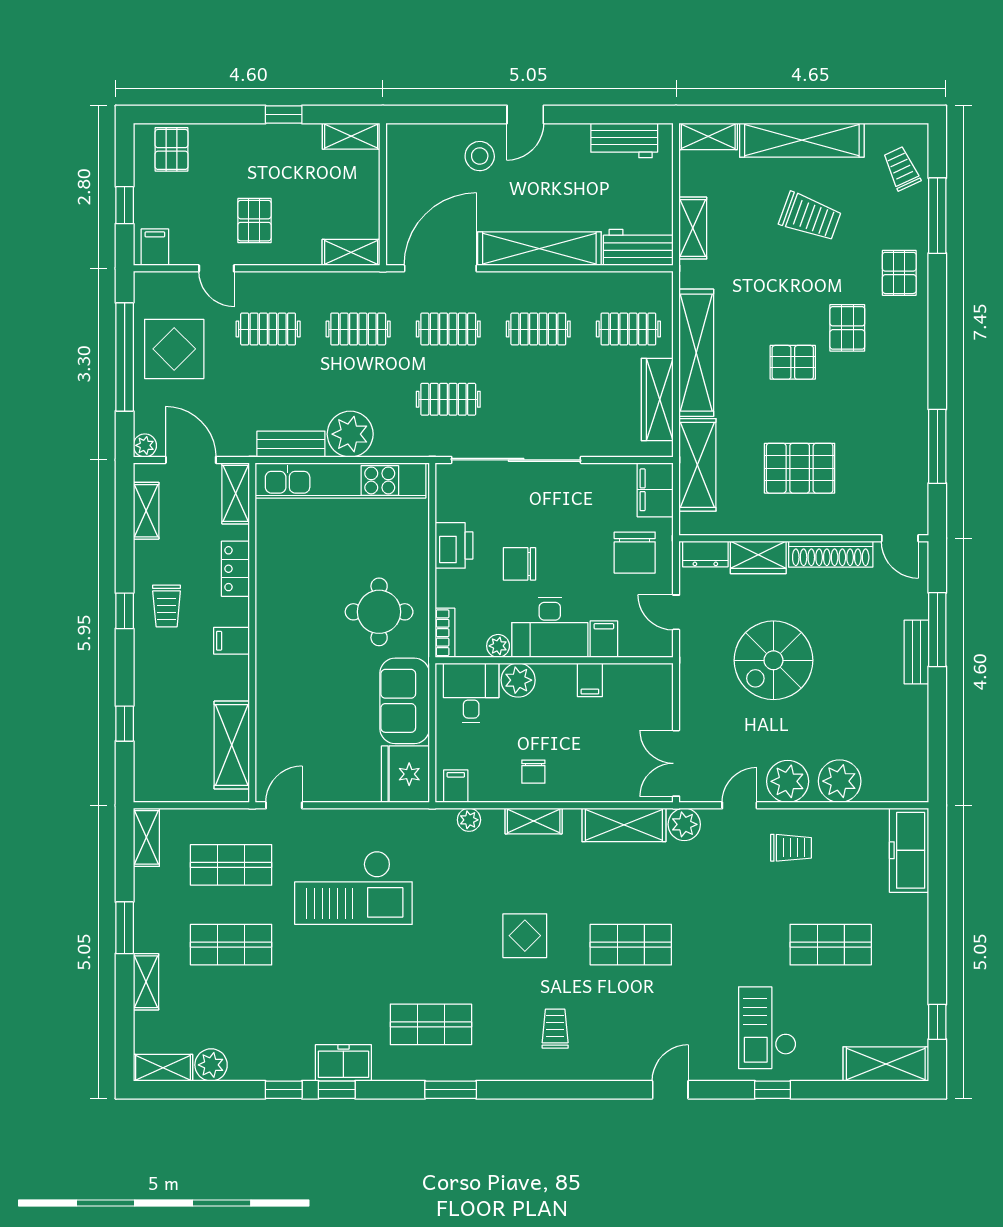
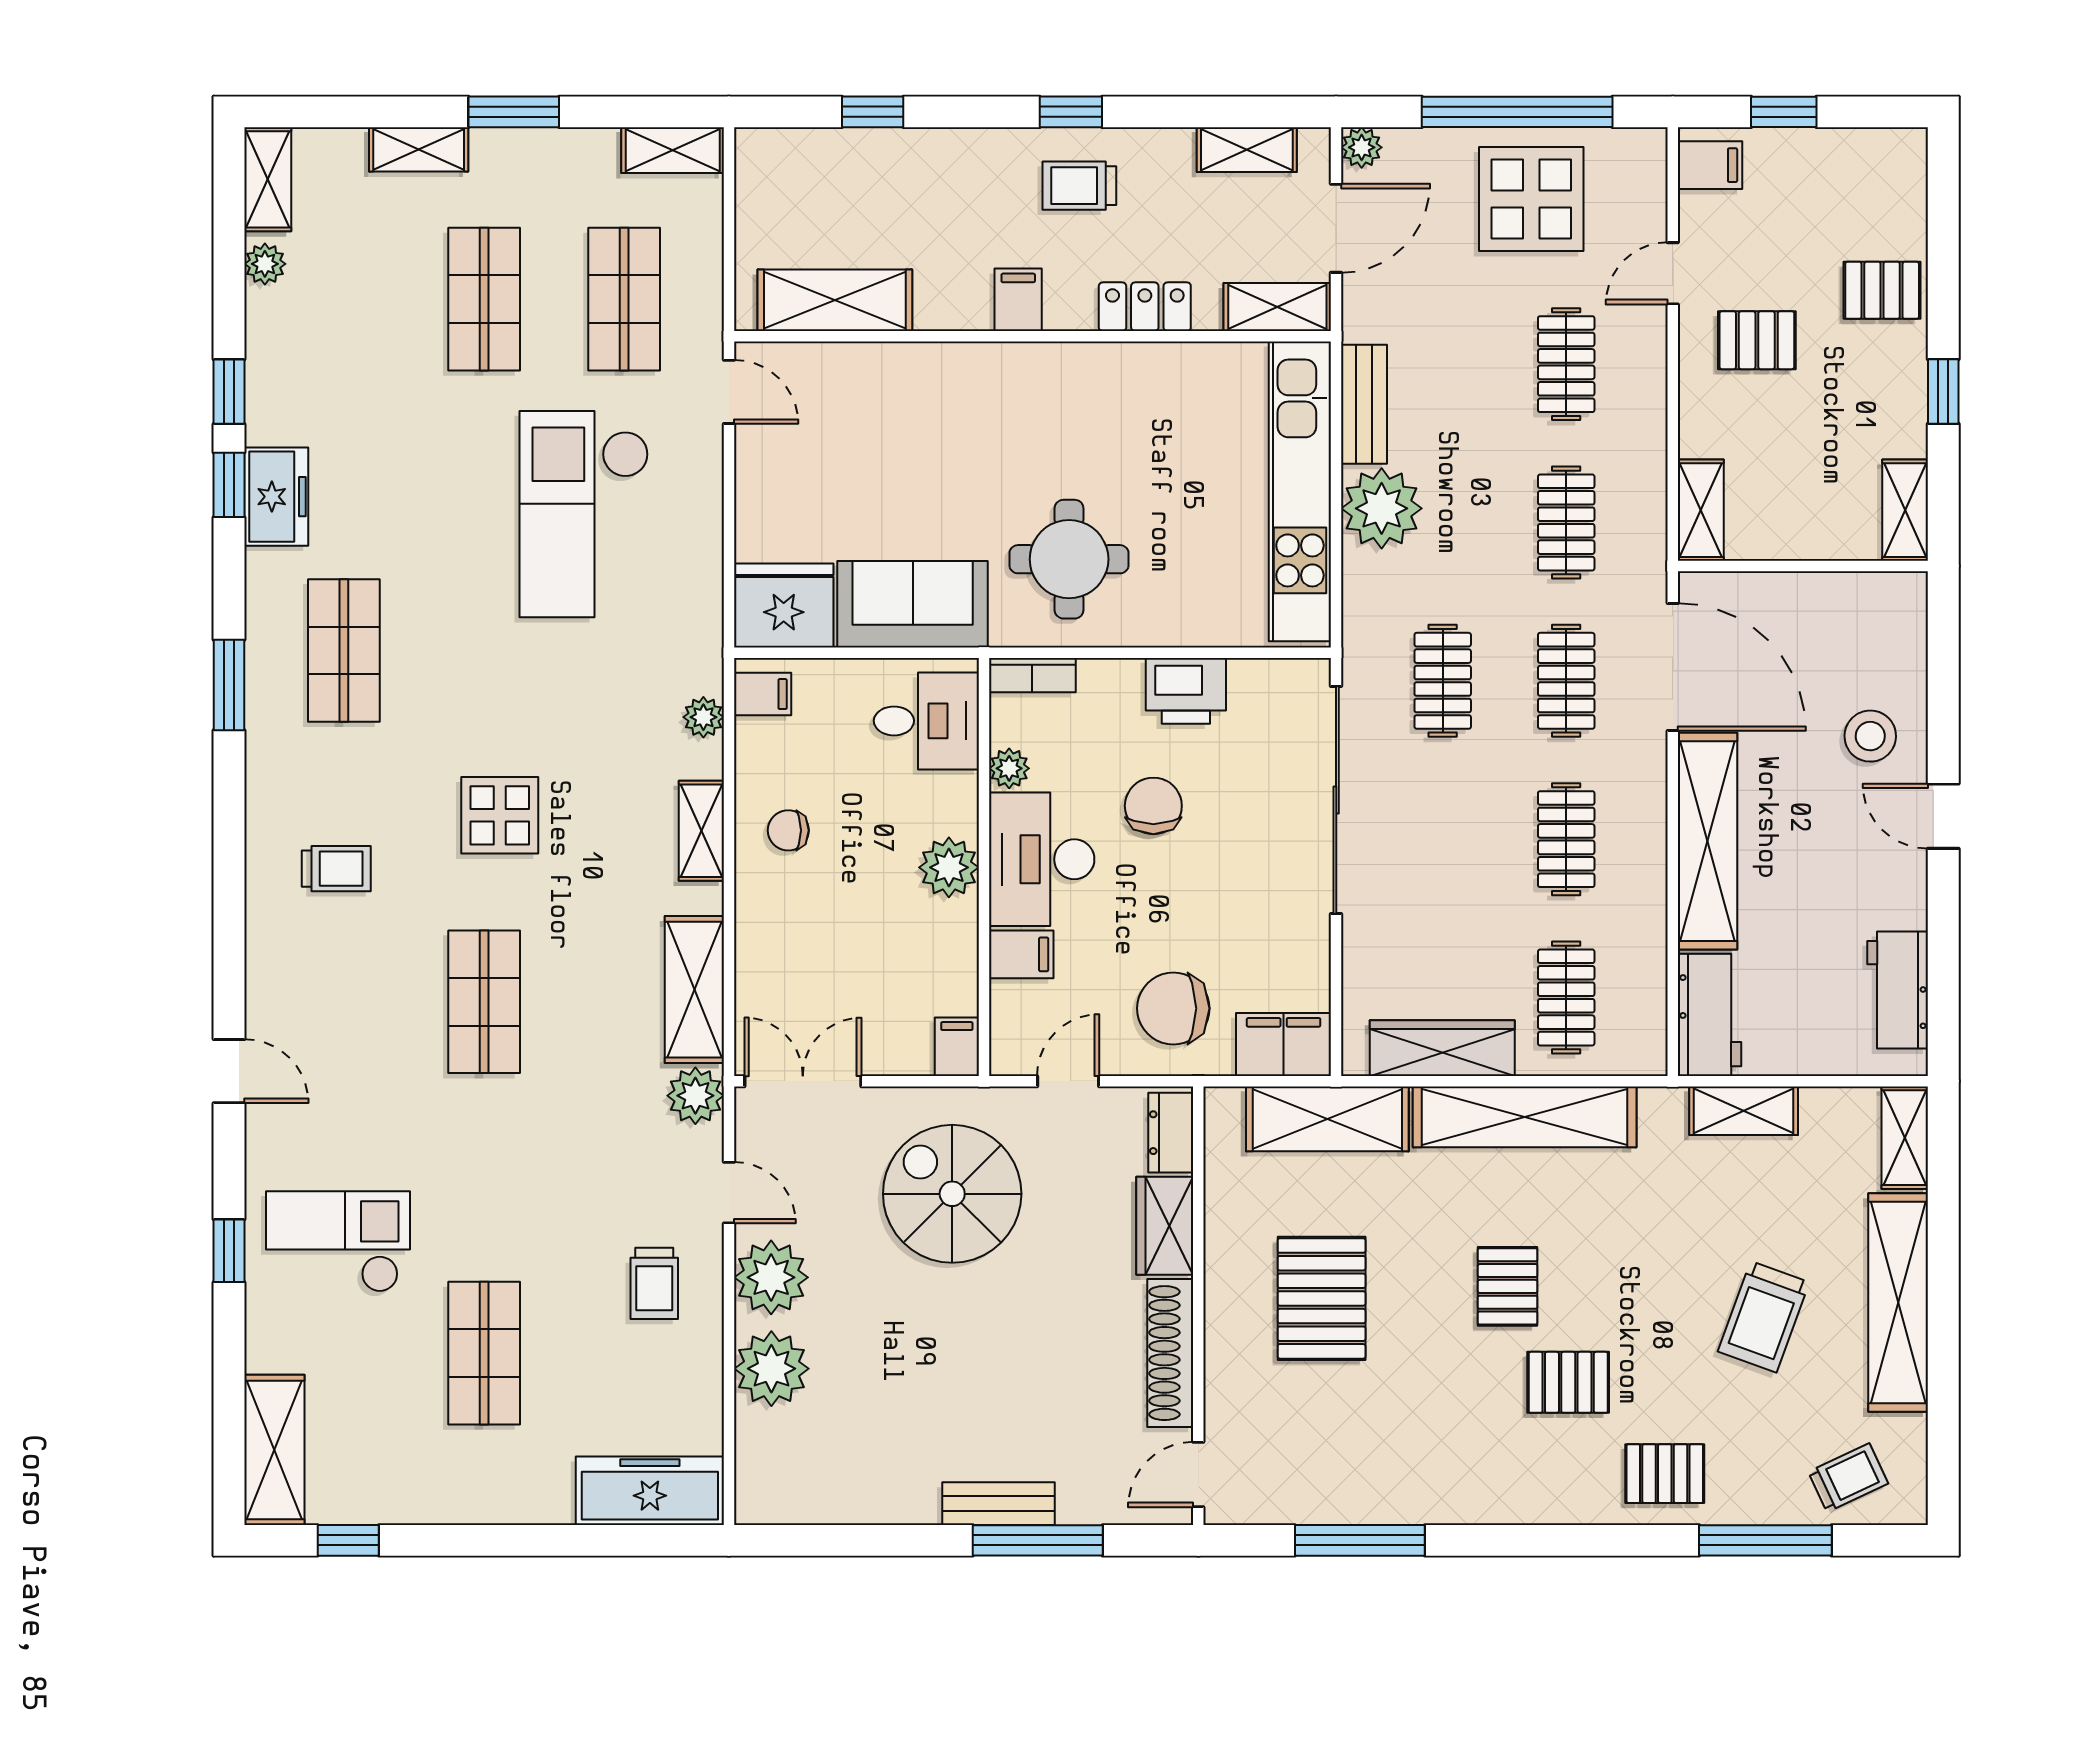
pallet: (172, 149) -> (1882, 290), moved
spiral stairs: (773, 660) -> (952, 1194), moved
plant: (518, 680) -> (949, 867), moved
filing cabinet: (590, 680) -> (957, 1047), moved, turned 90
plant: (211, 1065) -> (265, 264), width x0.73, depth x0.73

